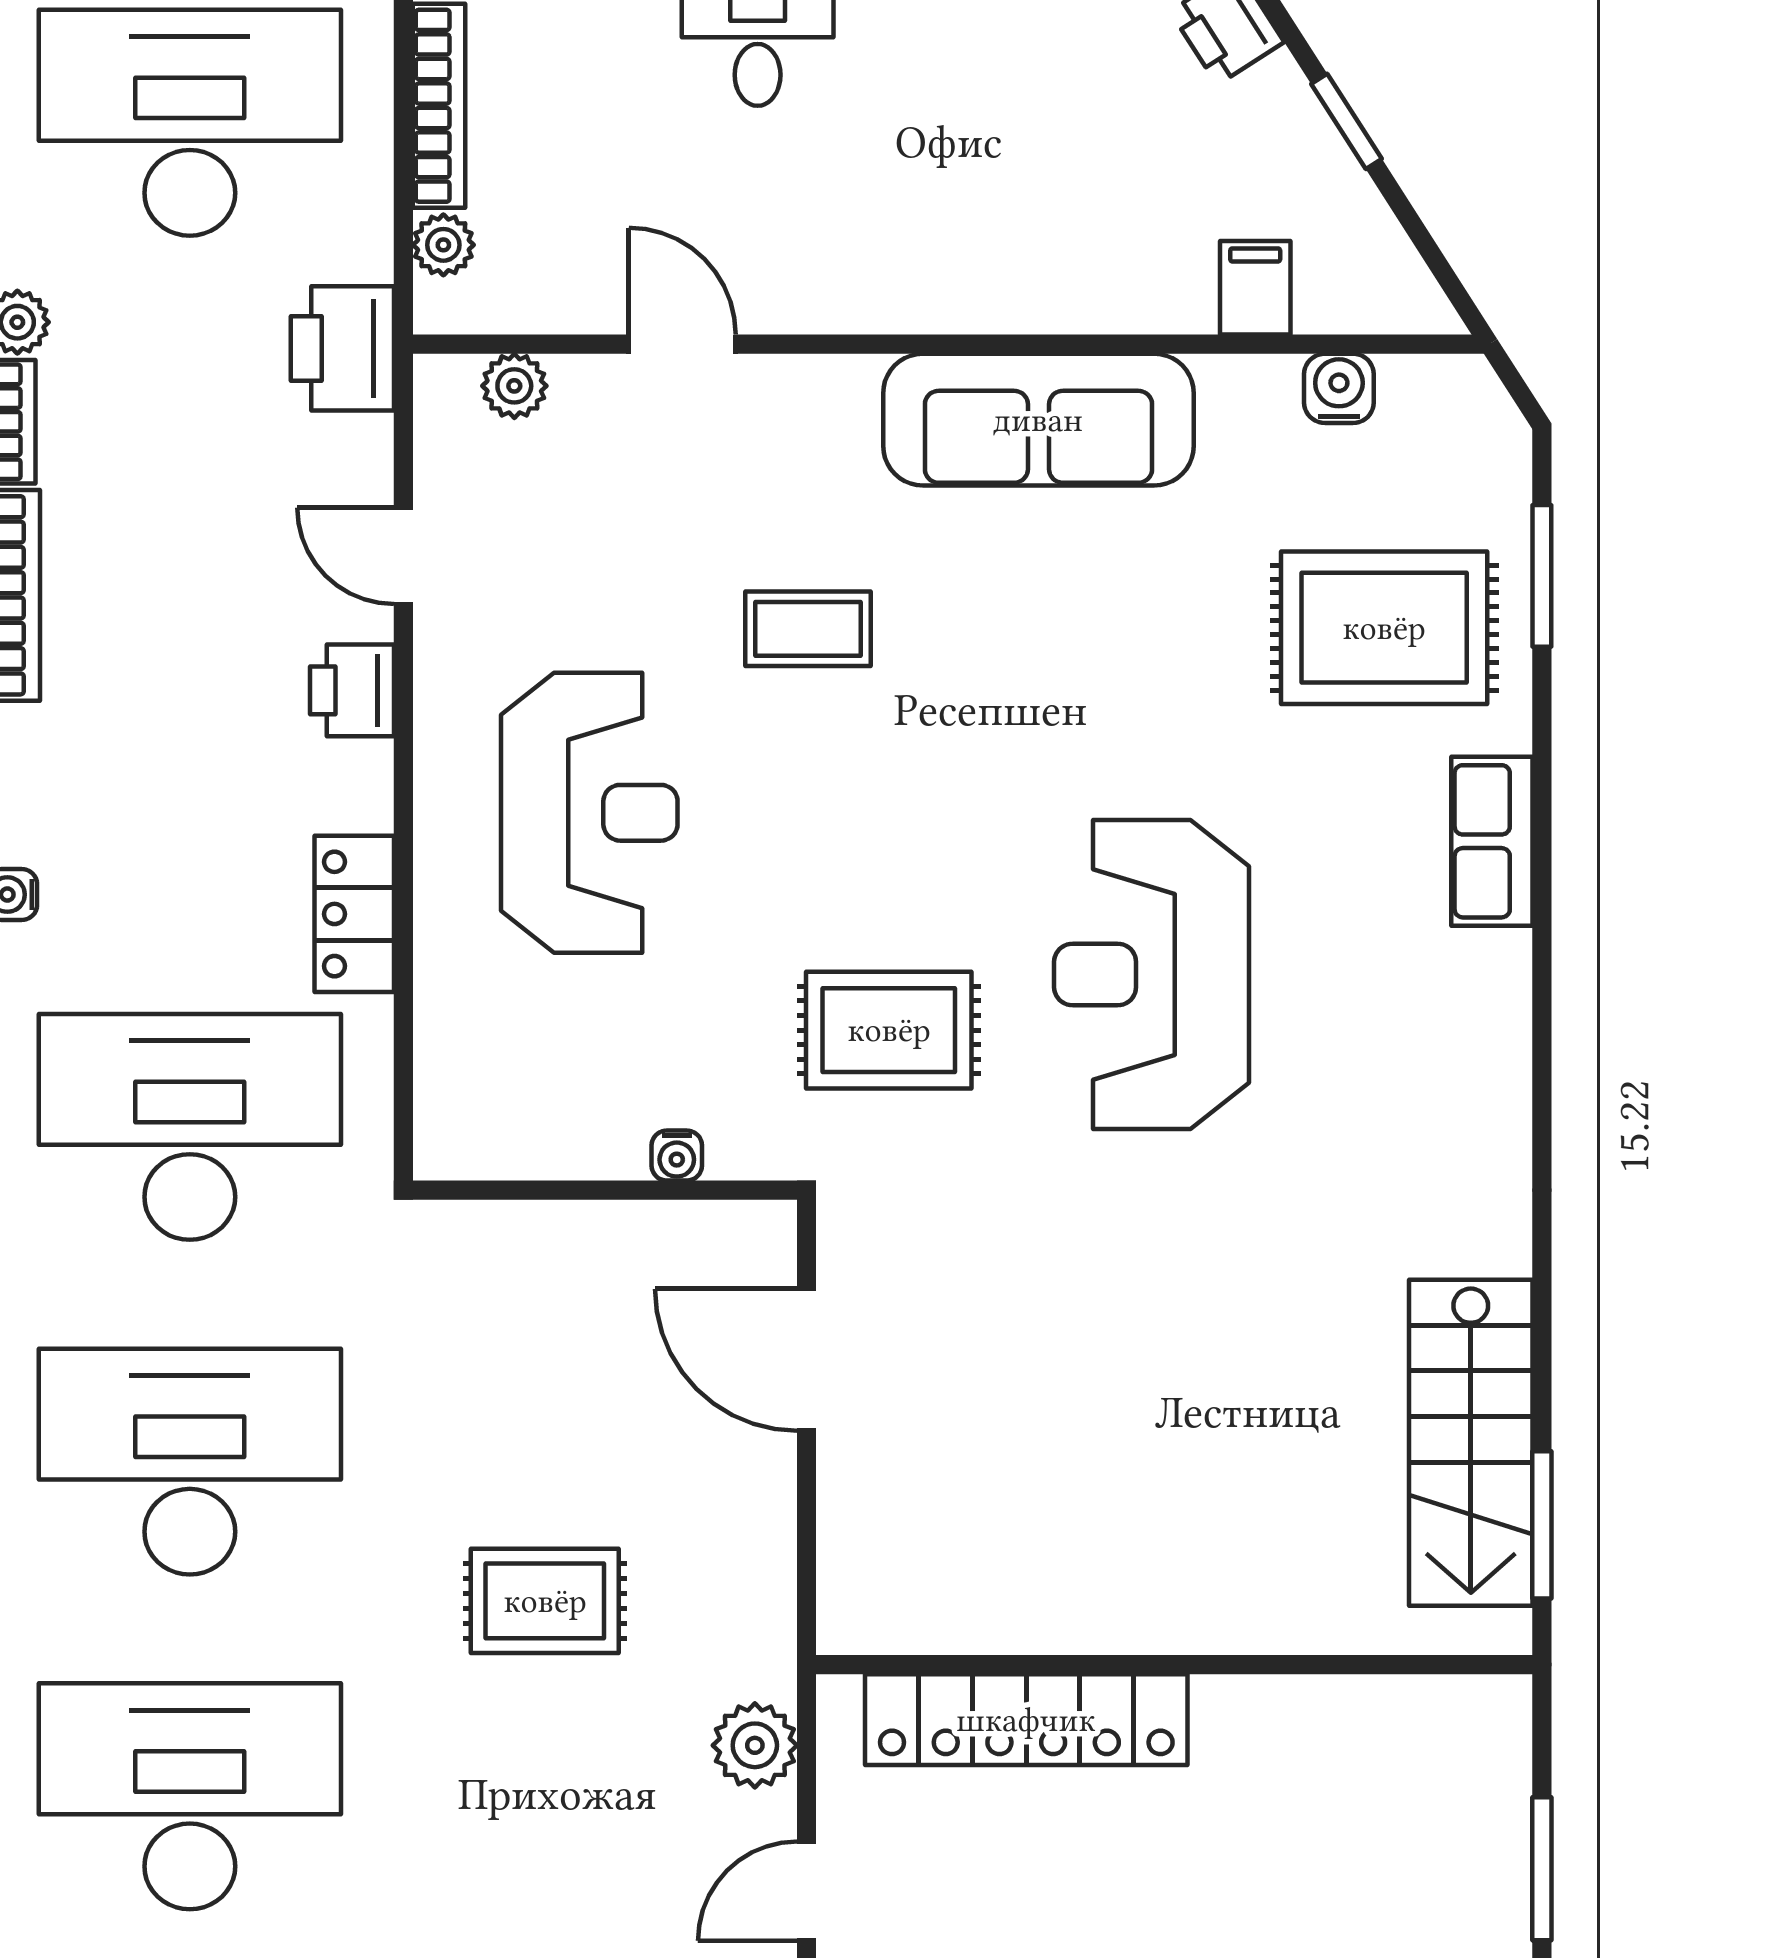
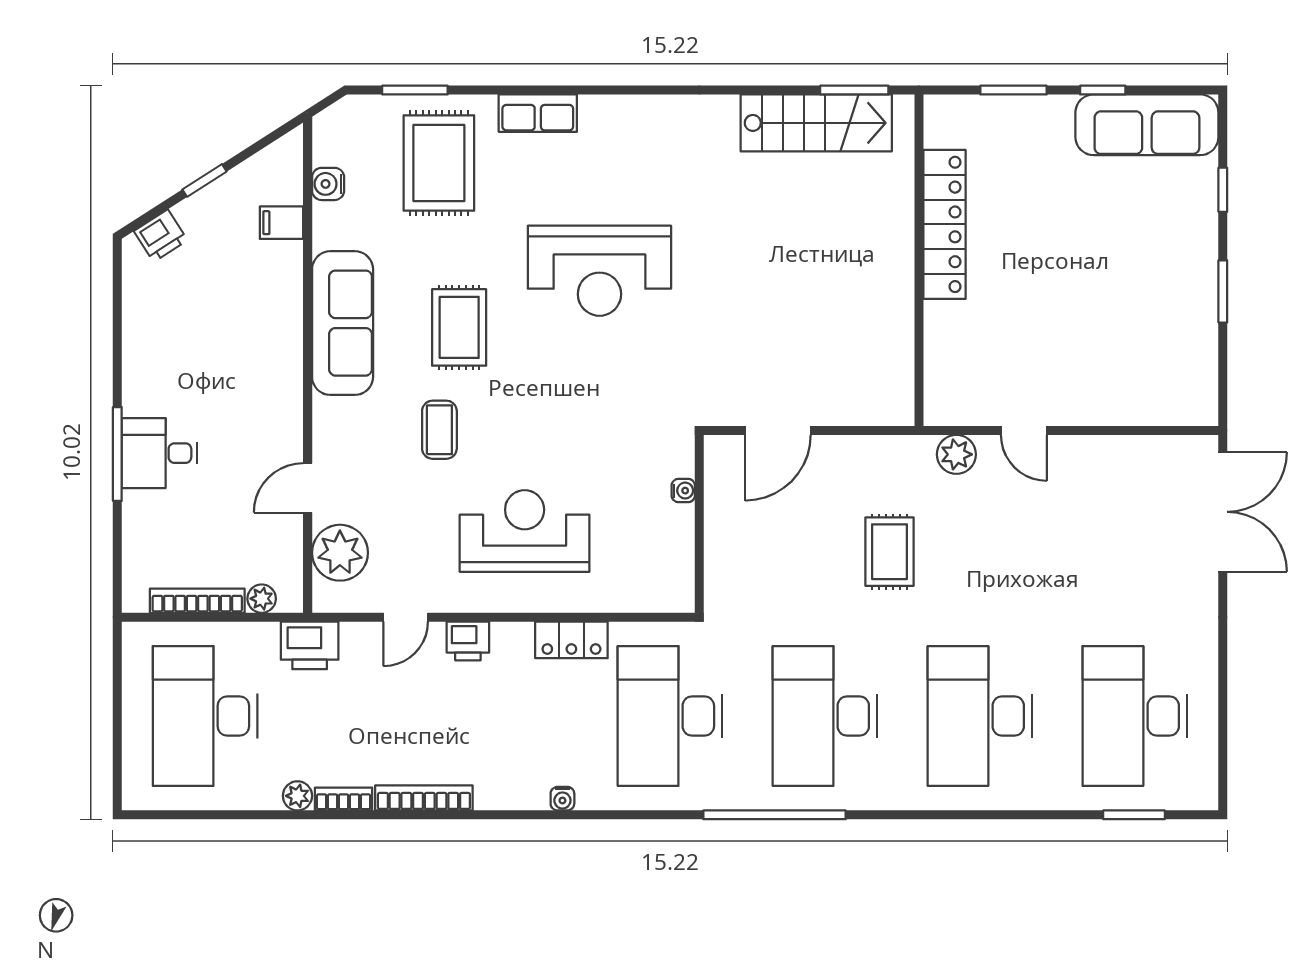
plant: (514, 386) -> (340, 553), width x1.88, depth x1.88
rug: (889, 1030) -> (459, 327), moved
locker: (1026, 1720) -> (944, 224), moved

